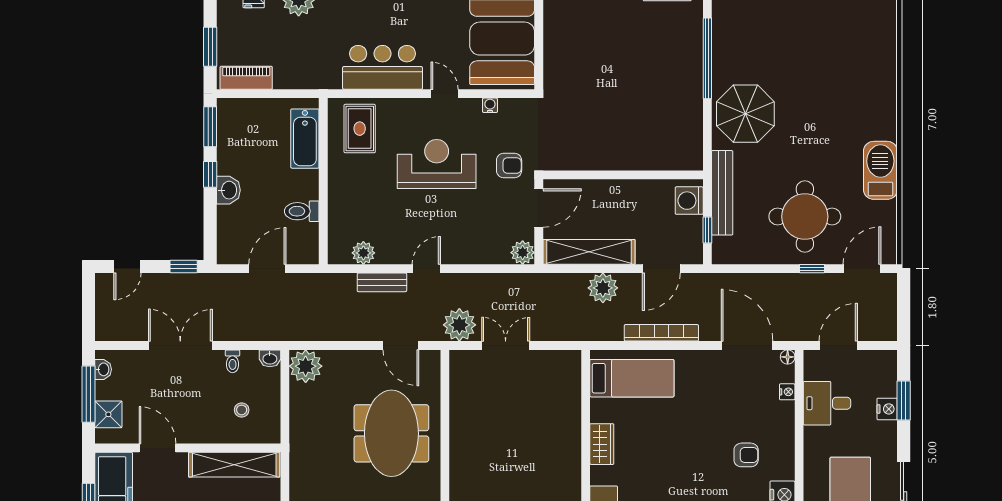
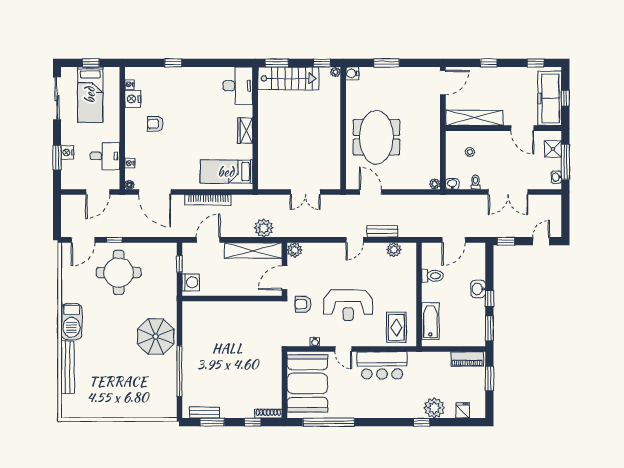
barbecue: (880, 170) -> (71, 322), moved
bench: (722, 193) -> (68, 367), moved
plant: (603, 288) -> (264, 228), moved
plant: (459, 325) -> (334, 205), removed
plant: (306, 366) -> (435, 184), width x0.53, depth x0.53

